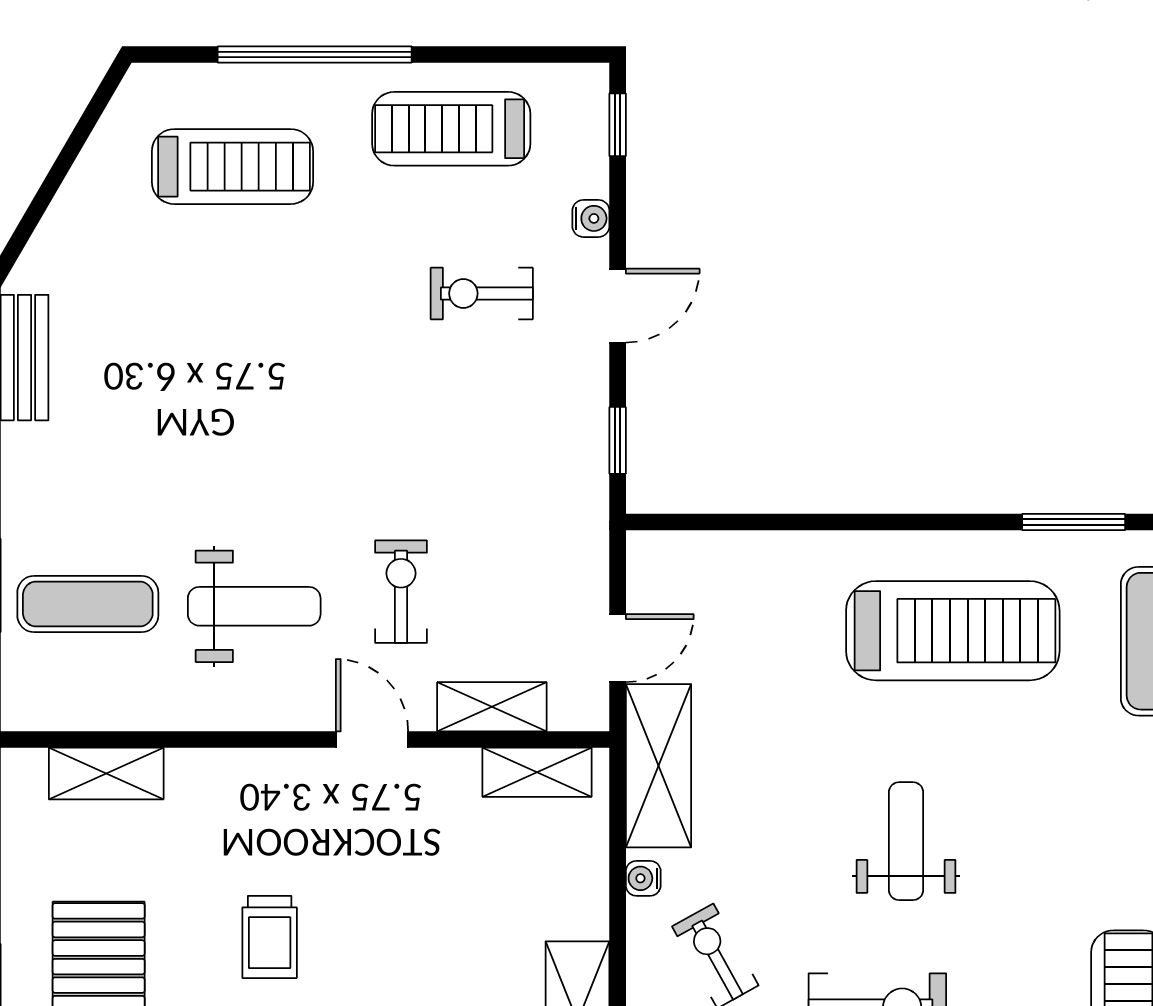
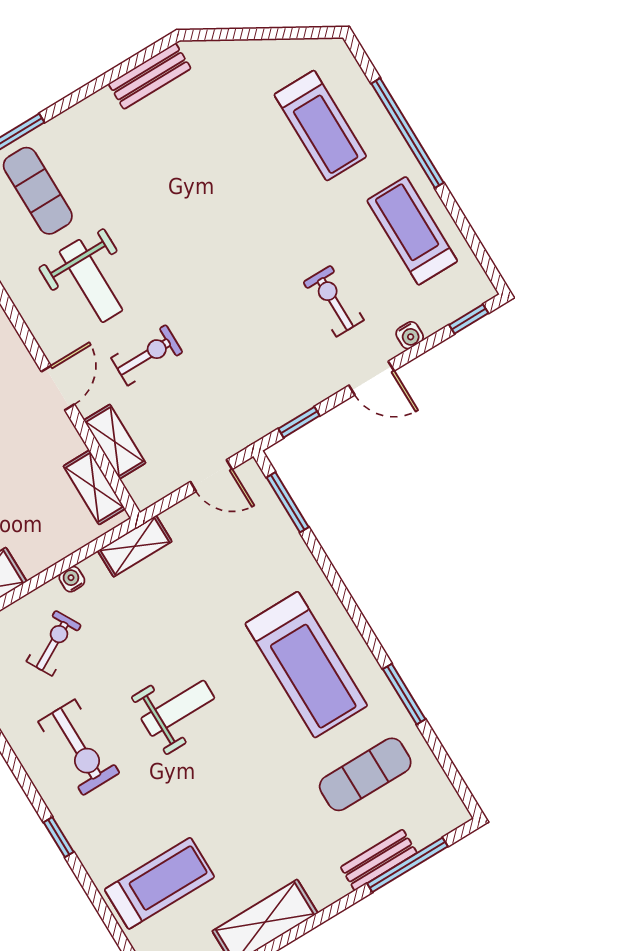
window: (717, 522) -> (288, 502), added
door: (618, 648) -> (211, 476), moved
shelving: (658, 766) -> (135, 546), width x0.67, depth x0.75

